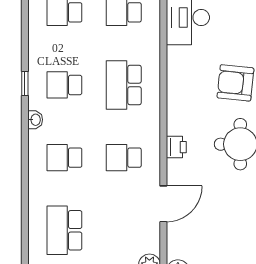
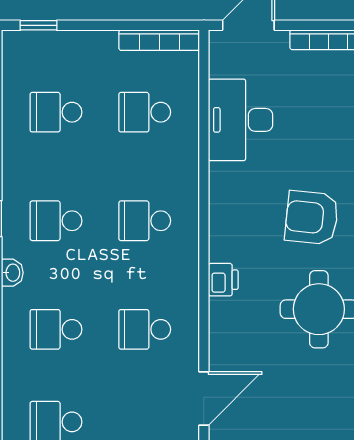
school desk: (124, 85) -> (145, 221), width x0.54
printer: (176, 147) -> (223, 280), moved

